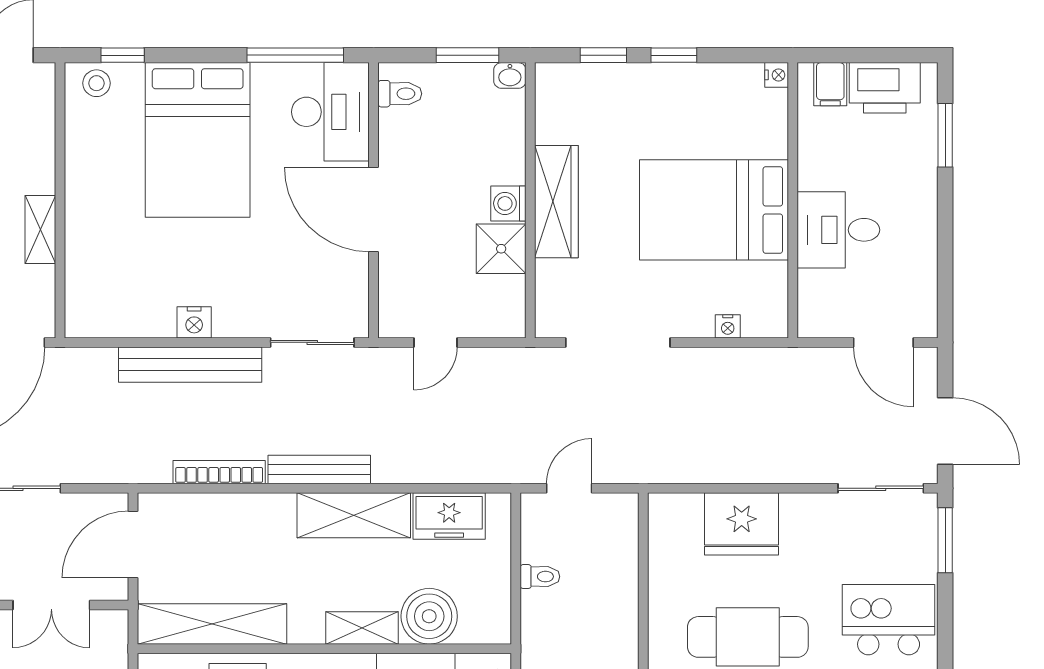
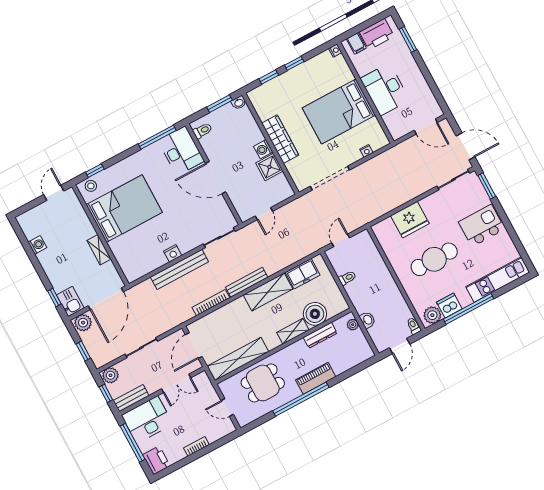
bed: (198, 140) -> (124, 208), moved, turned -90
desk: (838, 230) -> (385, 89), width x1.37

